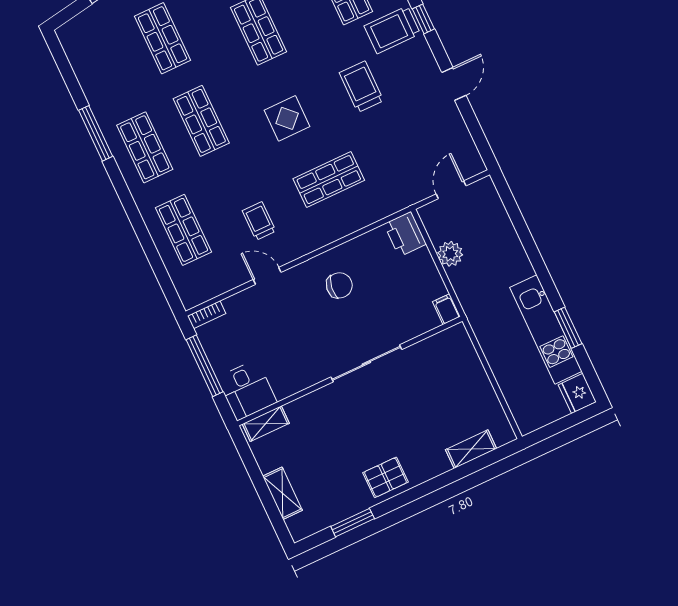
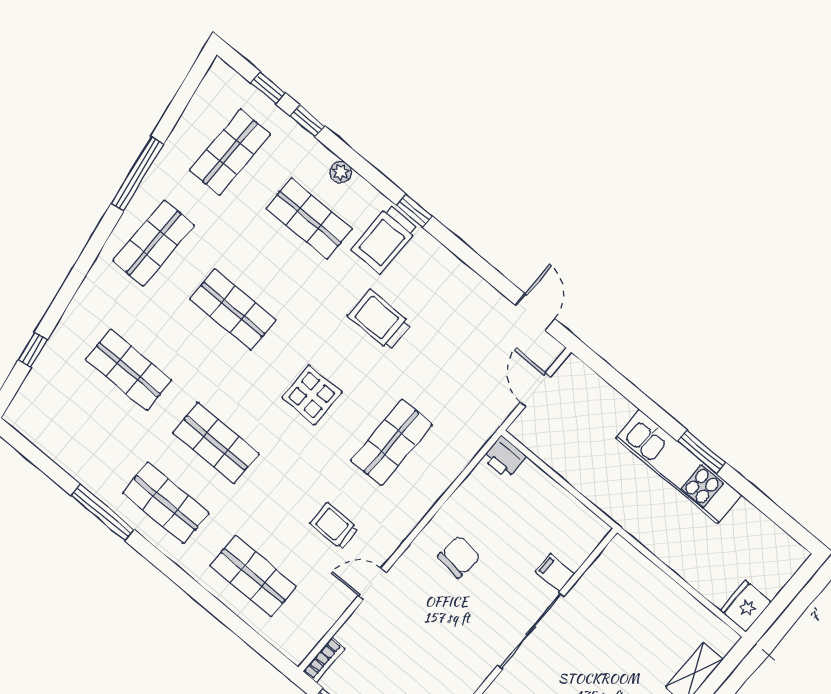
door: (454, 84) -> (535, 312), moved
printer: (405, 234) -> (504, 457), width x0.73, depth x0.81
plant: (450, 254) -> (568, 463), removed
filing cabinet: (446, 309) -> (555, 573), moved
window: (568, 328) -> (702, 452), moved
kitchen unit: (546, 329) -> (679, 466), moved
fridge: (577, 393) -> (745, 606), moved, turned 90

